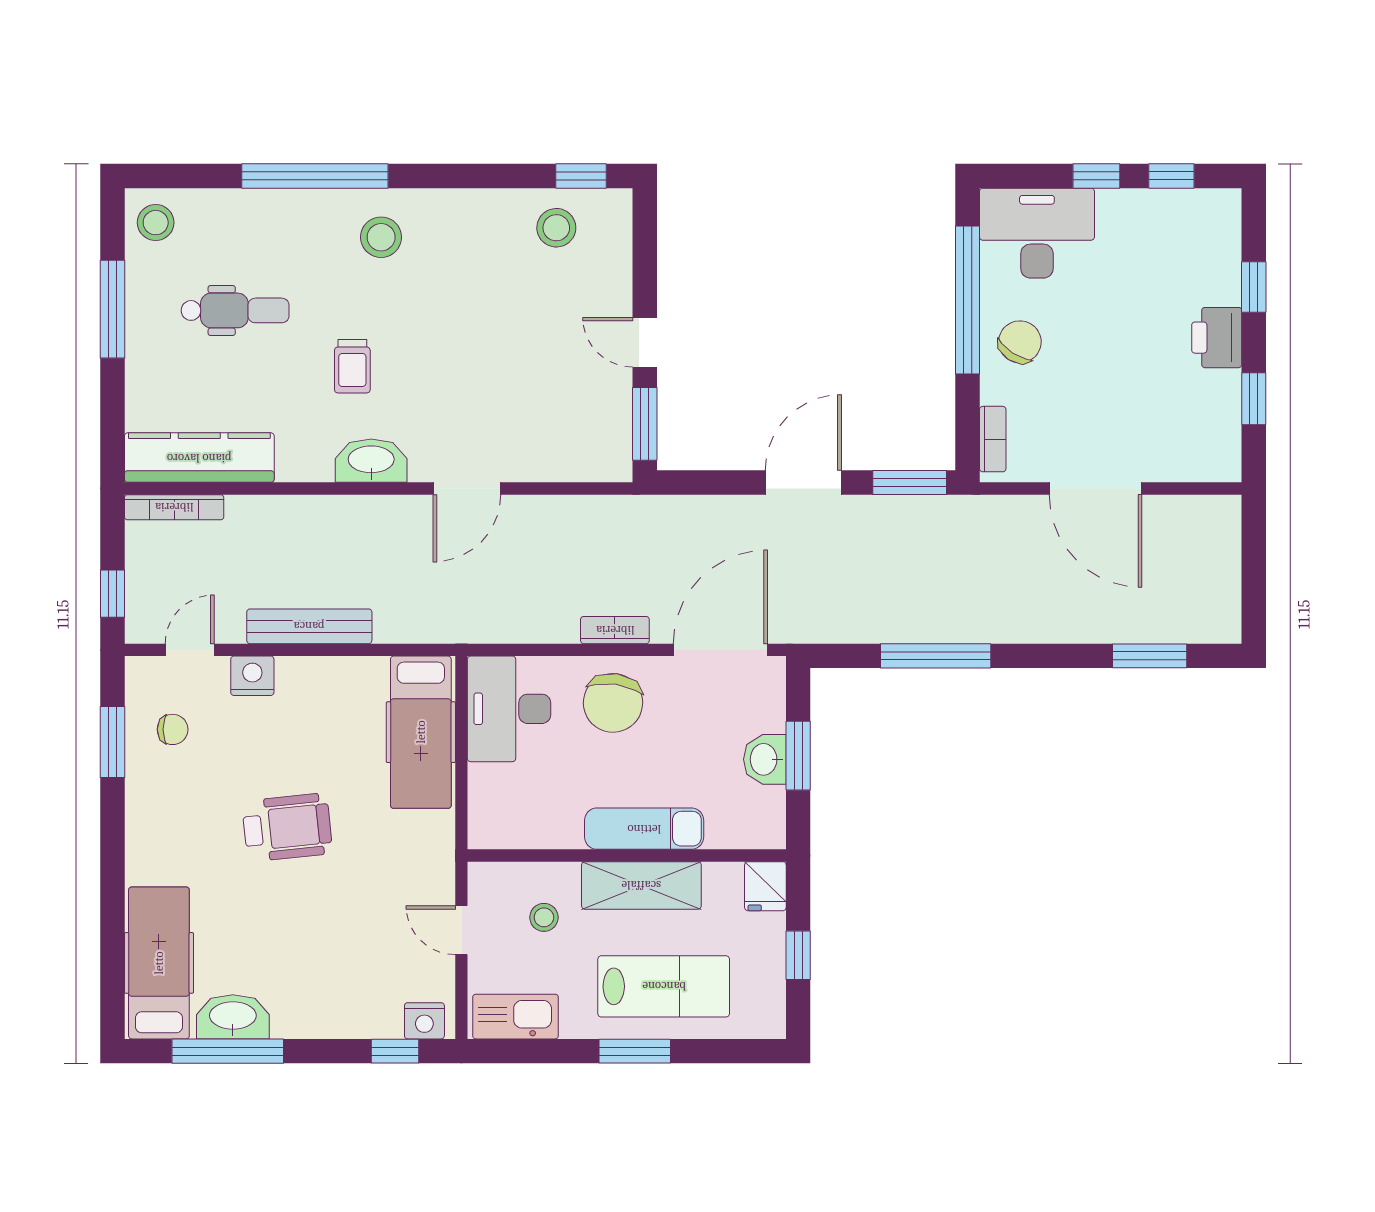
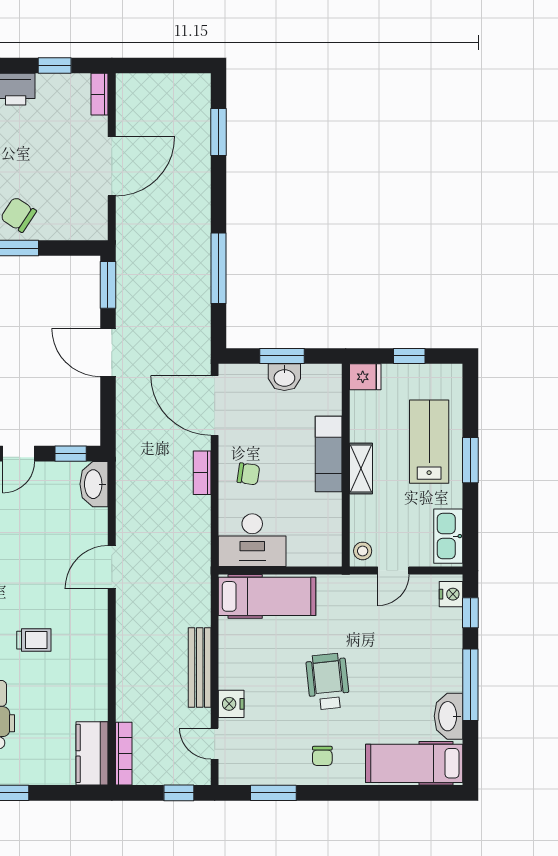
window: (645, 424) -> (71, 454), width x0.67
bookcase: (993, 439) -> (100, 94), moved, turned -90
kitchen counter: (199, 458) -> (92, 753), width x0.67
washbasin: (371, 461) -> (94, 484), moved
door: (467, 489) -> (112, 567), swing flipped
chair: (613, 703) -> (248, 474), width x0.54, depth x0.54
chair: (173, 729) -> (322, 756), moved, turned 180
shelving: (641, 885) -> (361, 469), width x0.67, depth x0.75
stool: (544, 917) -> (363, 551), moved
window: (228, 1051) -> (470, 685), moved

